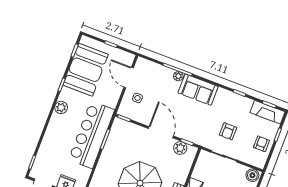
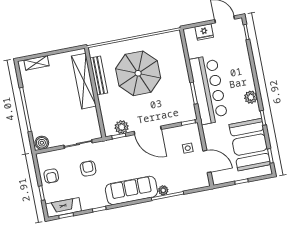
sofa: (198, 90) -> (131, 190), width x1.36

